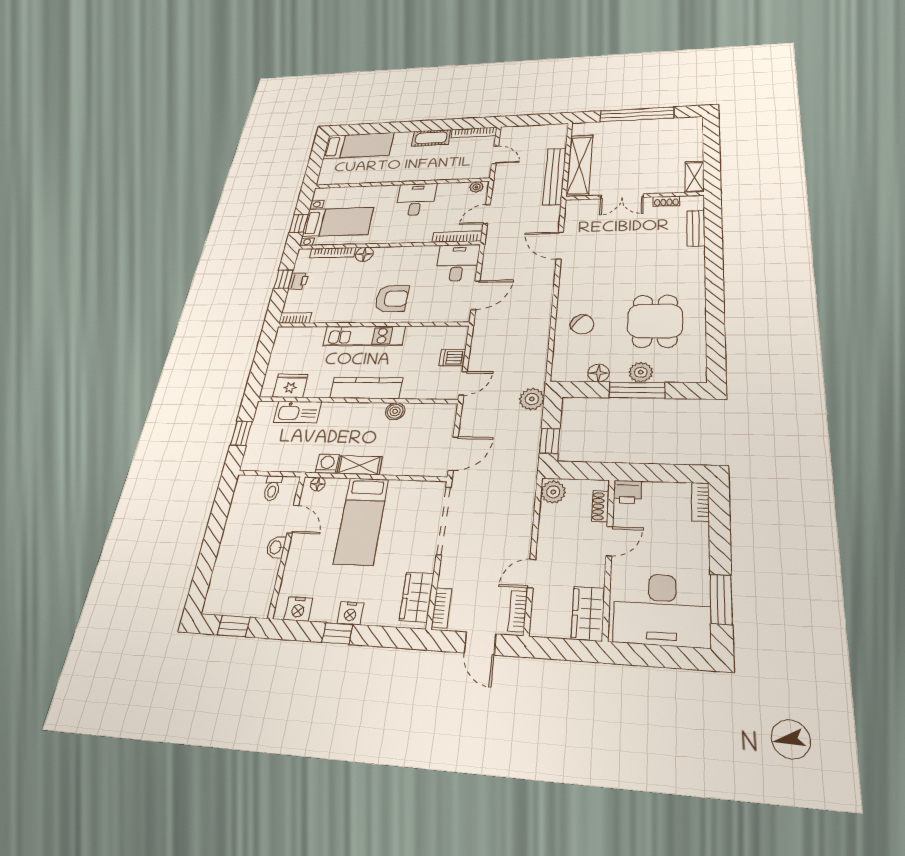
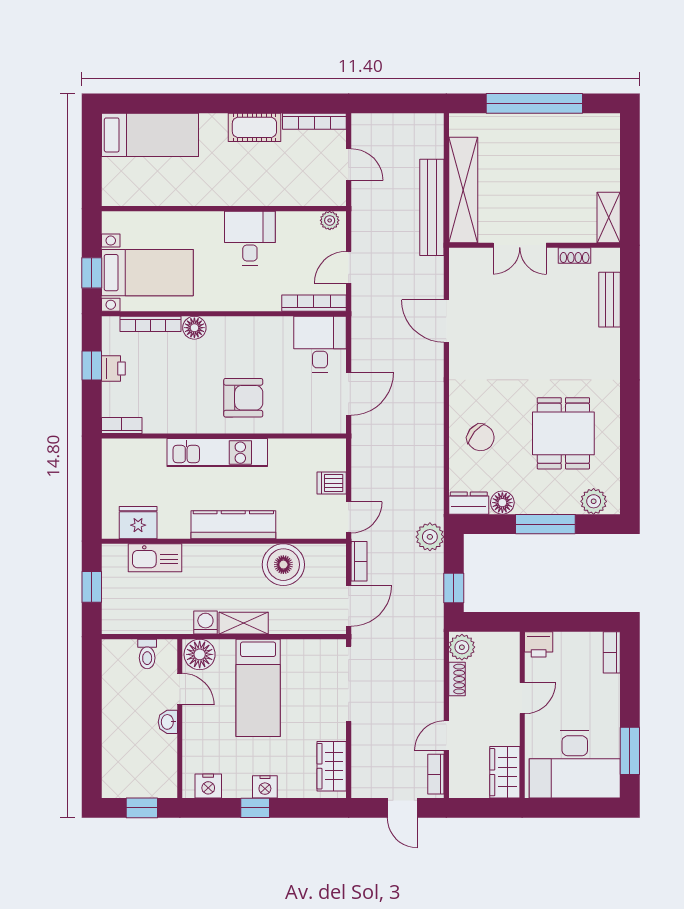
plant: (641, 372) -> (594, 501), moved
dresser: (568, 373) -> (469, 503), added
boiler: (395, 411) -> (283, 565), width x1.86, depth x1.86
floor lamp: (318, 484) -> (200, 654), width x1.89, depth x1.89
shoe rack: (600, 506) -> (457, 679), moved, turned 180
bookcase: (442, 608) -> (359, 561), moved

